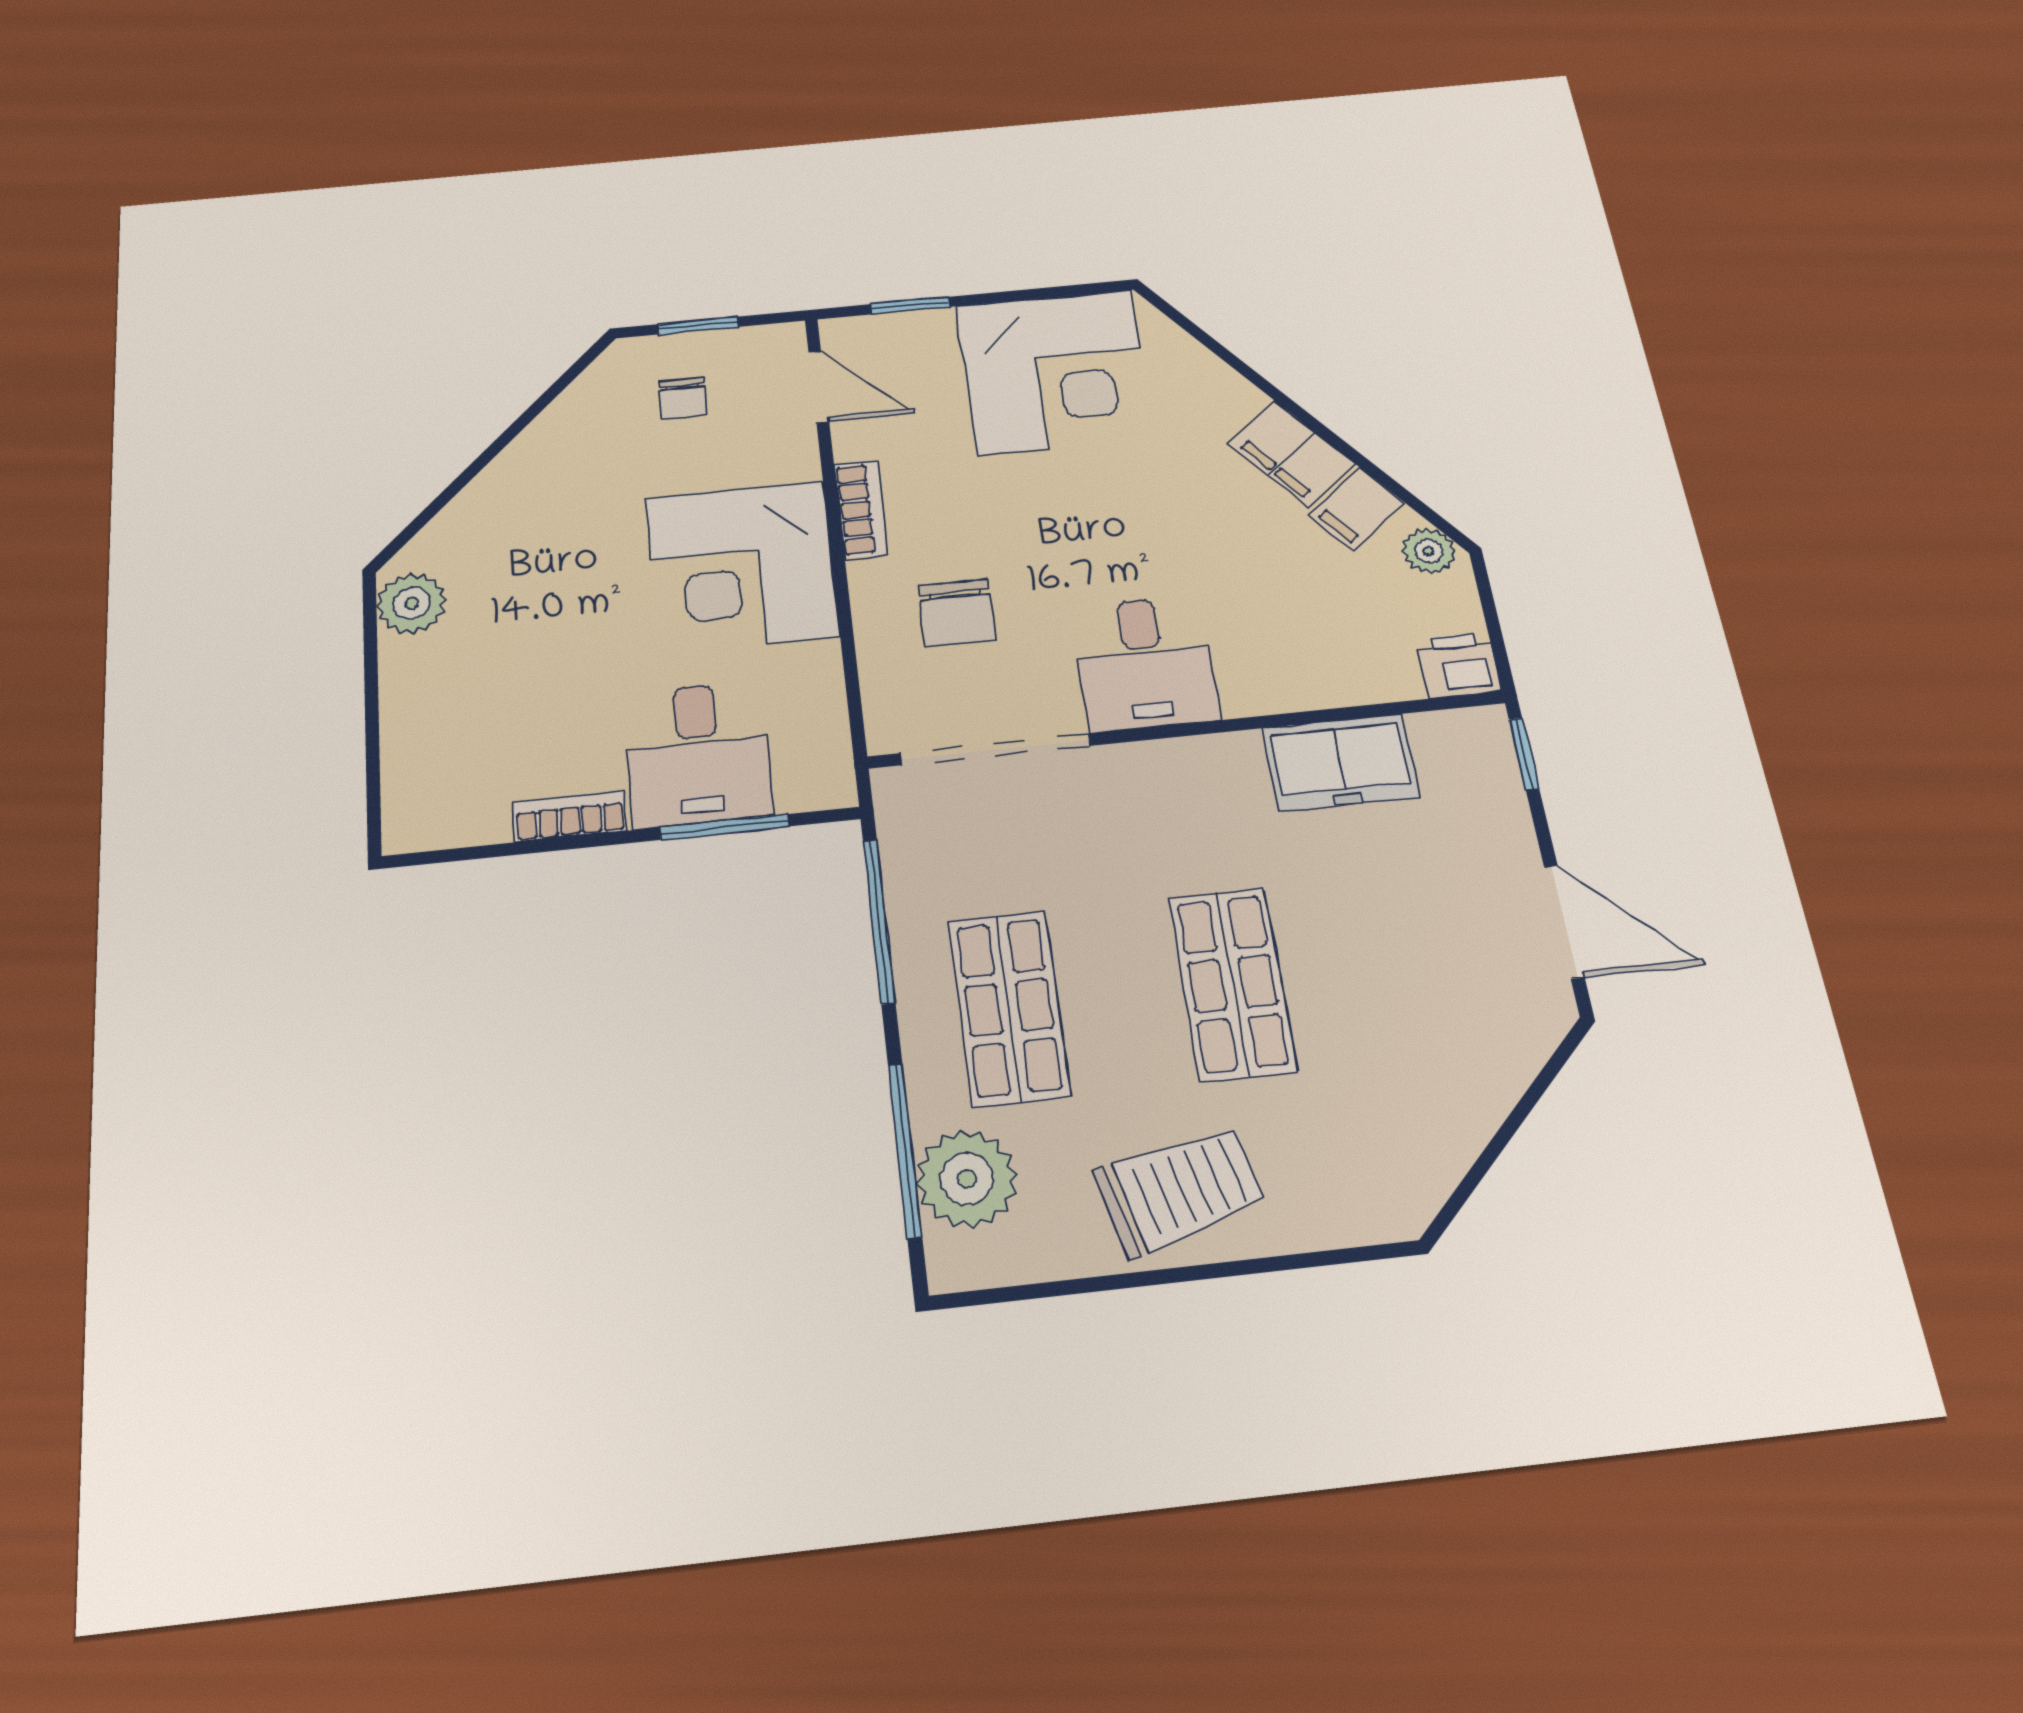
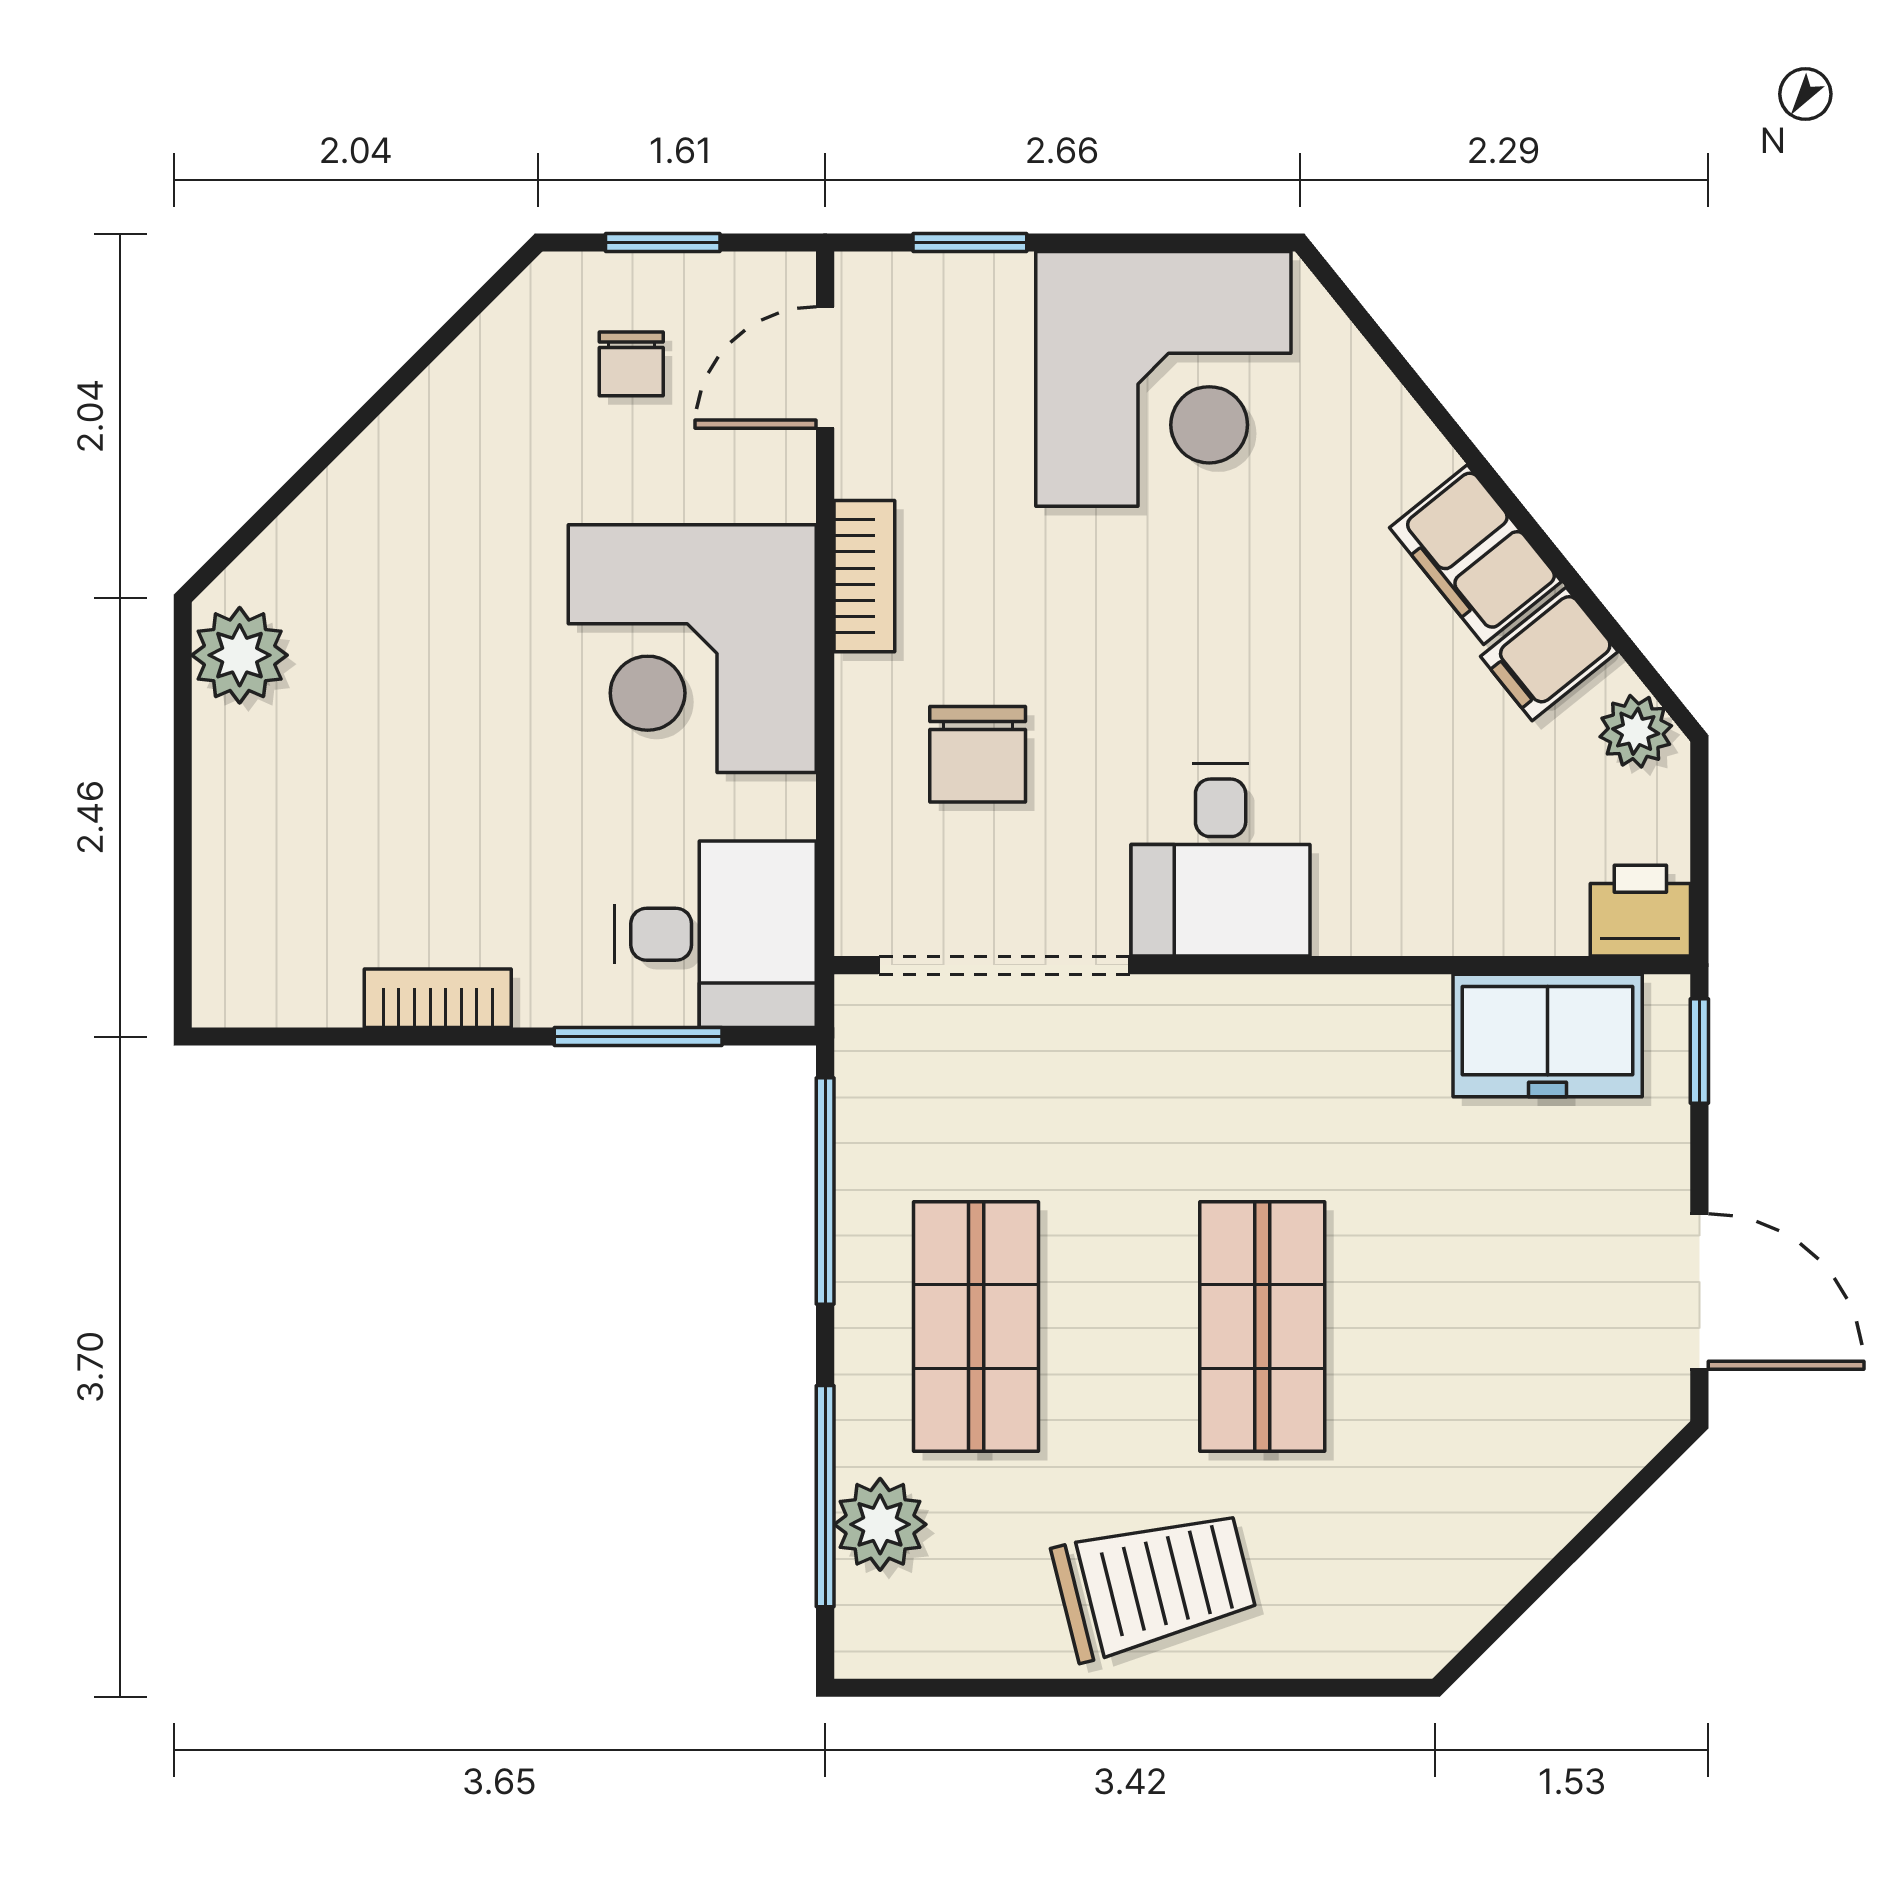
door: (819, 387) -> (825, 368), swing flipped
desk: (698, 754) -> (716, 934), moved, turned -90
freezer: (1341, 762) -> (1548, 1036), moved
plant: (967, 1179) -> (880, 1524), width x0.73, depth x0.73

